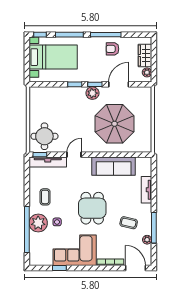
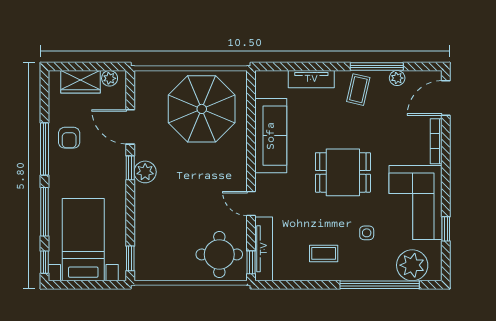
window: (75, 84) -> (130, 258), moved
parasol: (115, 124) -> (202, 109), moved
plant: (38, 223) -> (412, 265), moved
coffee table: (129, 223) -> (358, 90), moved

